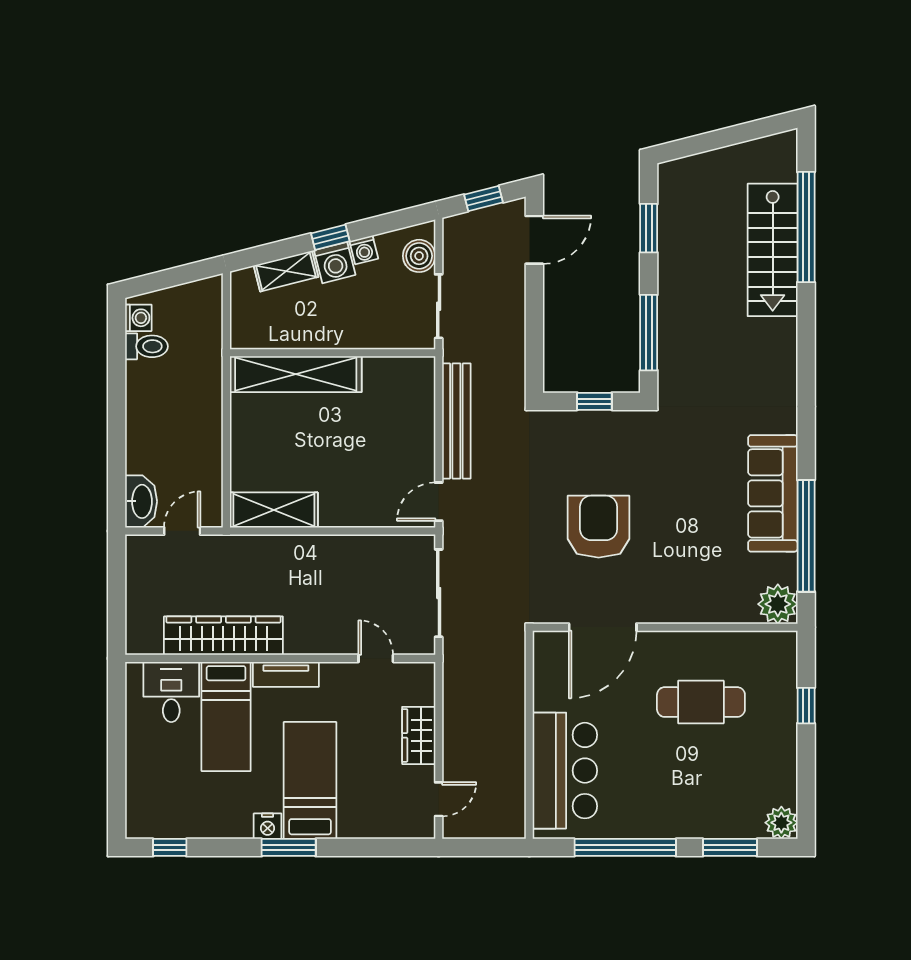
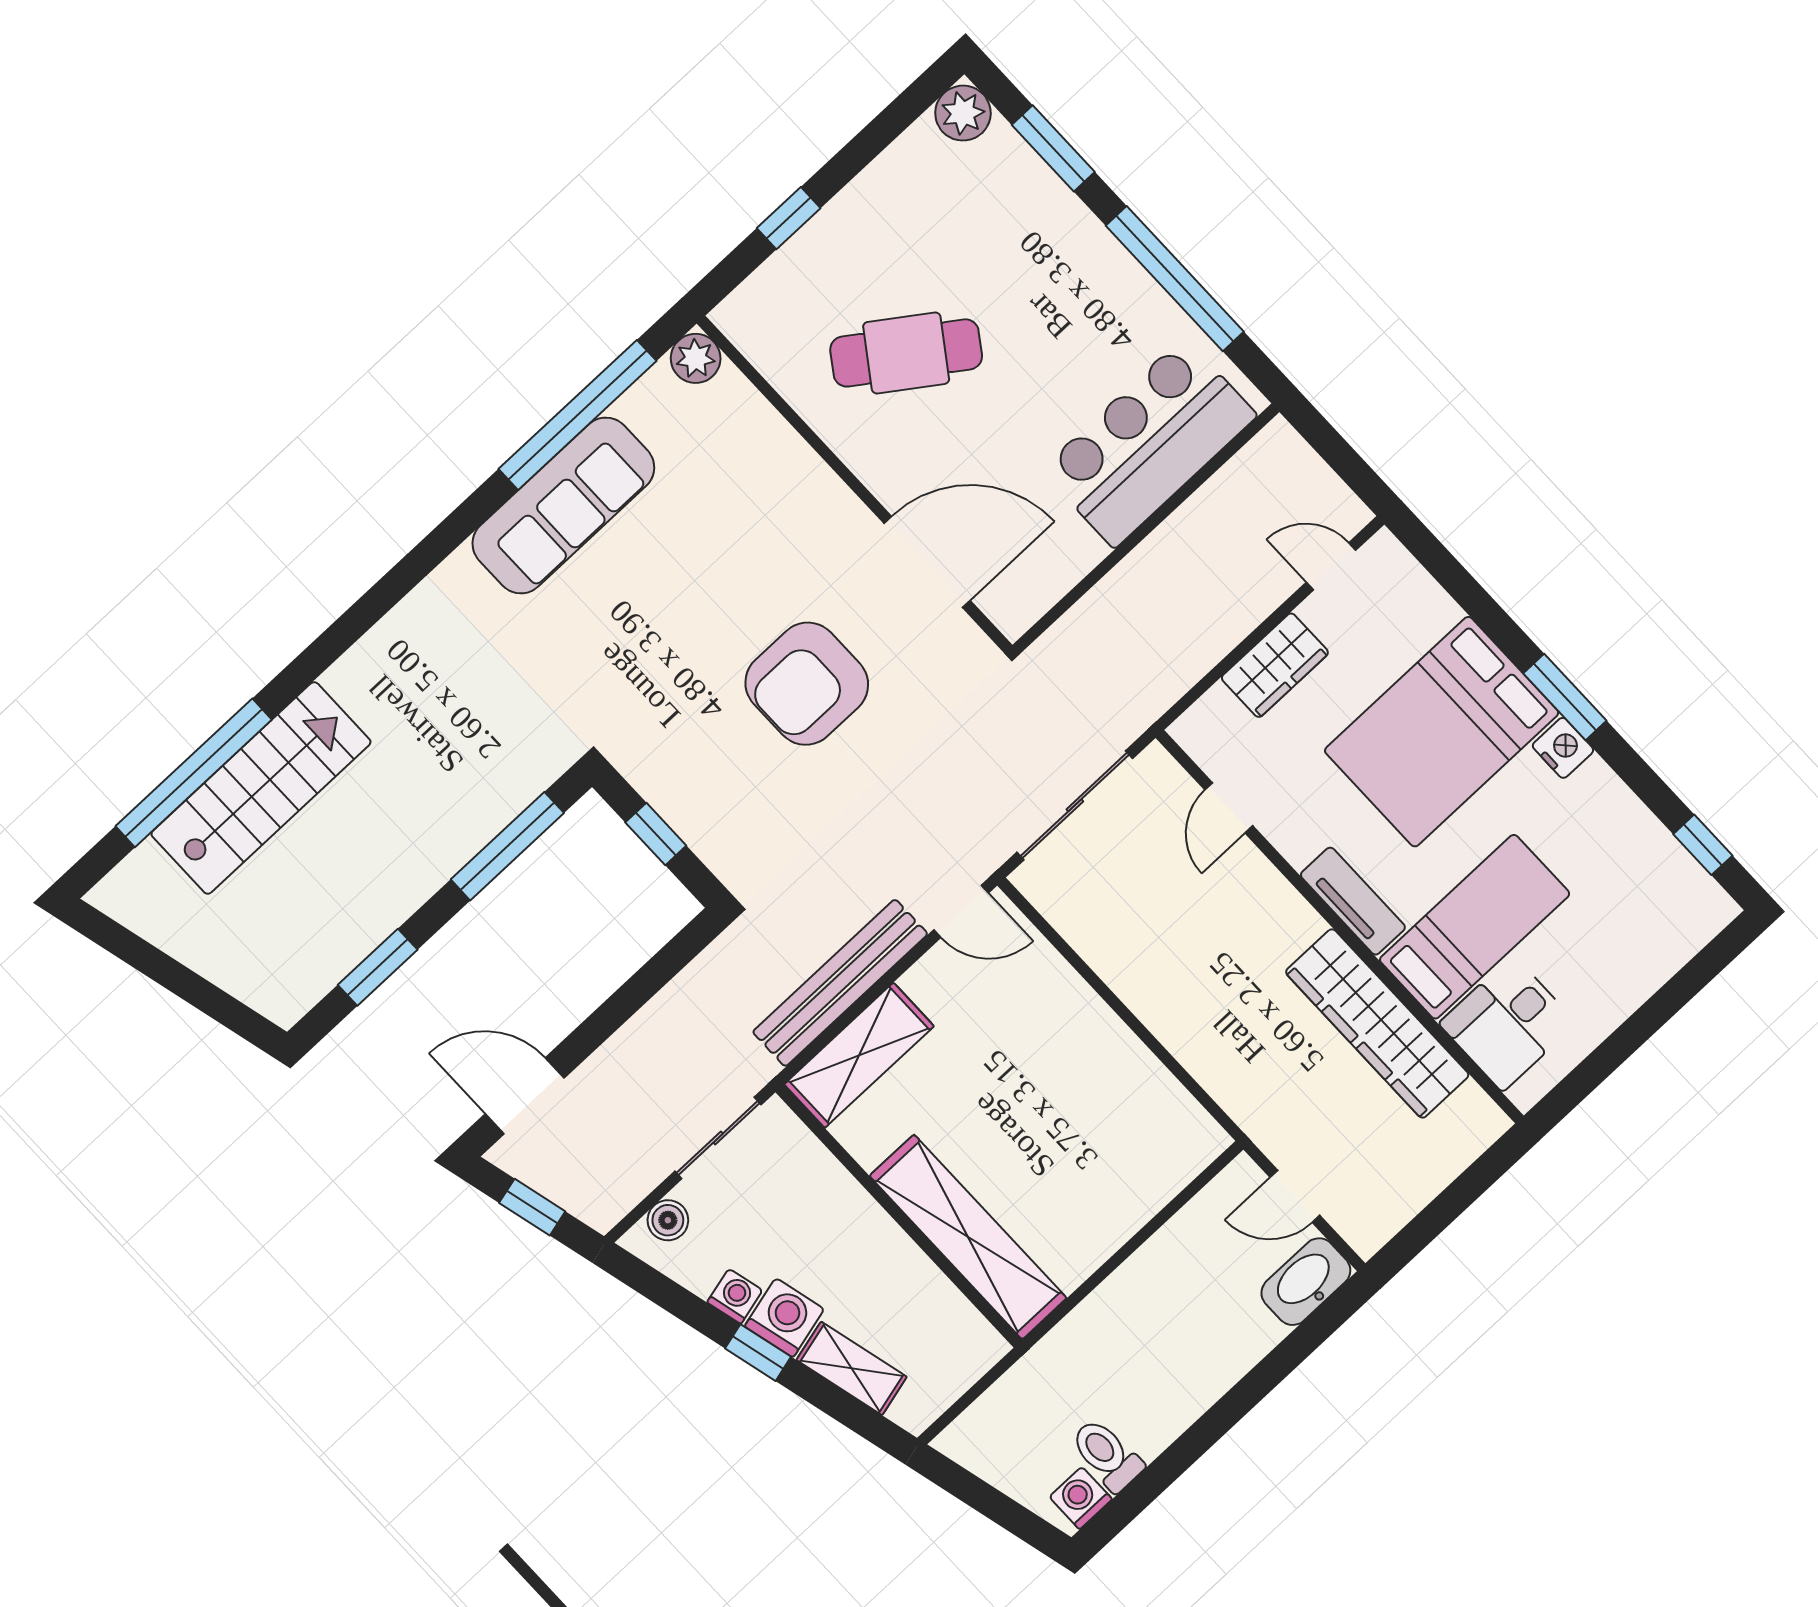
boiler: (419, 256) -> (668, 1220), width x0.73, depth x0.73
shelving: (274, 510) -> (859, 1055), moved, turned 90
plant: (778, 604) -> (696, 358), width x0.73, depth x0.73
cafe table: (701, 702) -> (906, 353), turned -55
bed: (310, 780) -> (1442, 732), width x1.50

